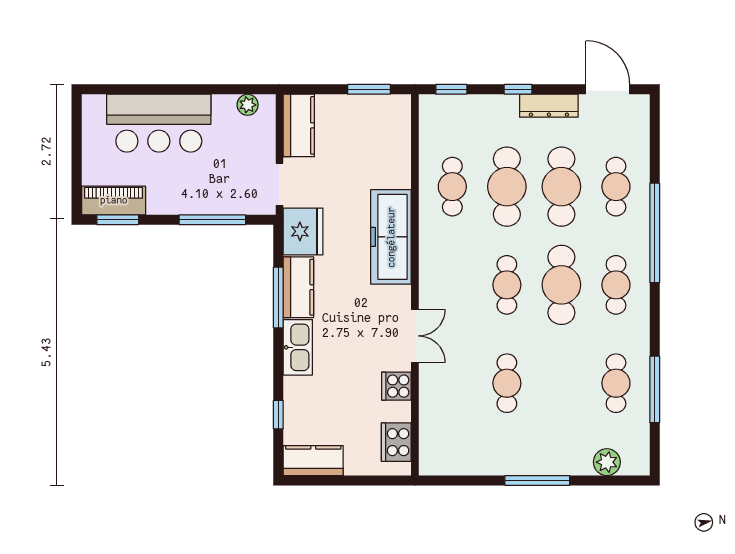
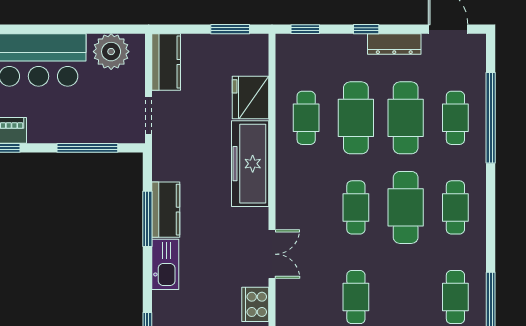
plant: (248, 105) -> (111, 52), width x1.87, depth x1.87
fridge: (303, 231) -> (251, 97), moved, turned 180
window: (655, 233) -> (491, 118), moved
cooker: (396, 386) -> (255, 304), width x1.36

